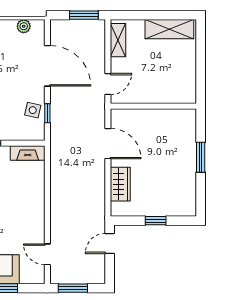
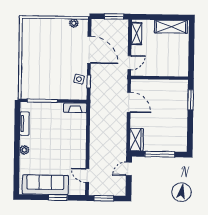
window: (201, 157) -> (191, 100), moved
wardrobe: (120, 184) -> (136, 140), moved
window: (156, 221) -> (160, 154), width x2.17

